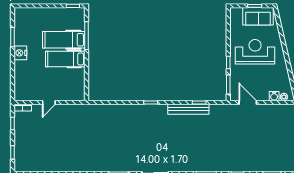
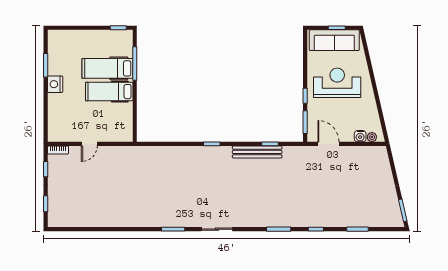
sofa: (258, 16) -> (334, 40), width x1.36

